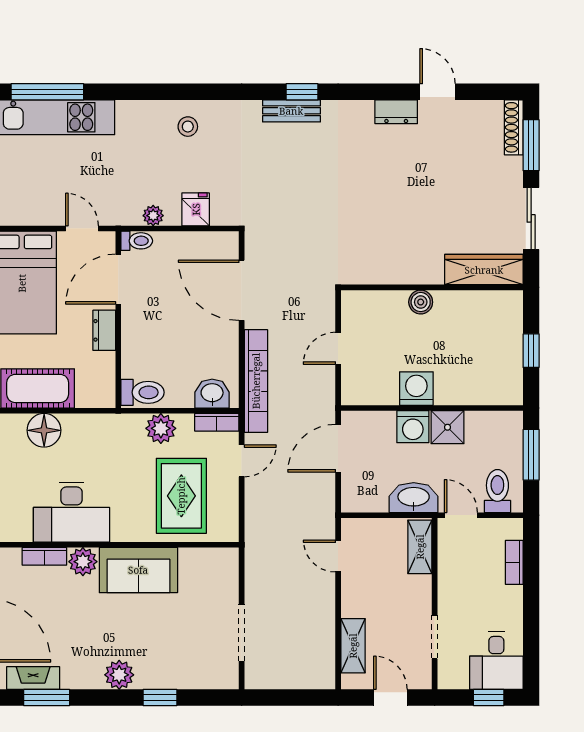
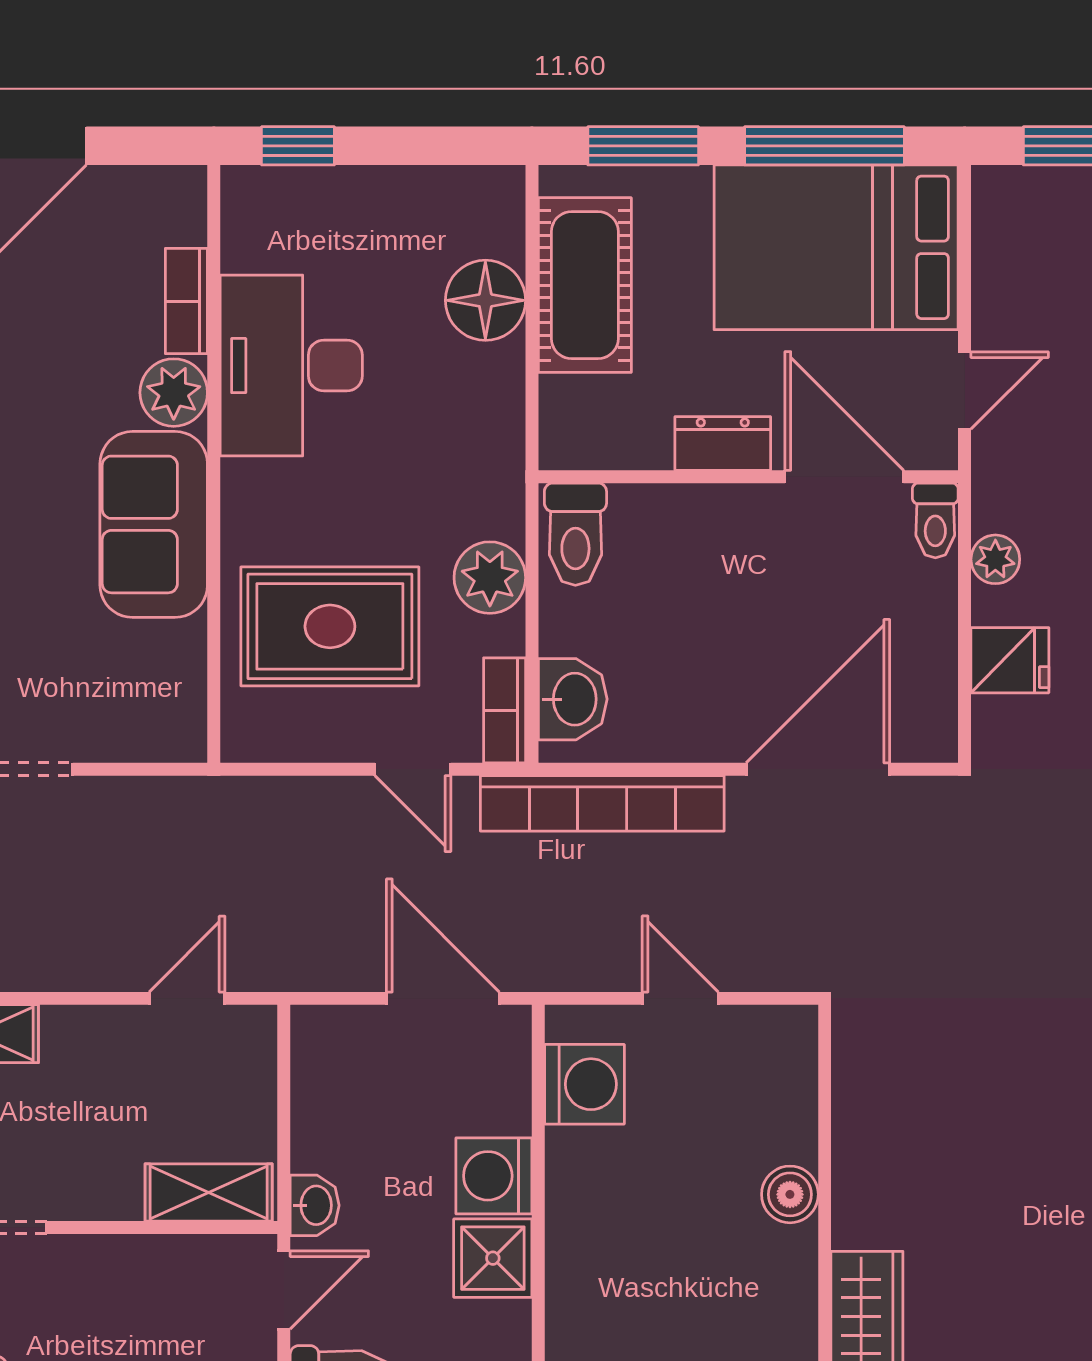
washing machine: (416, 389) -> (585, 1084), moved
washbasin: (414, 498) -> (315, 1205), width x0.52, depth x0.69

